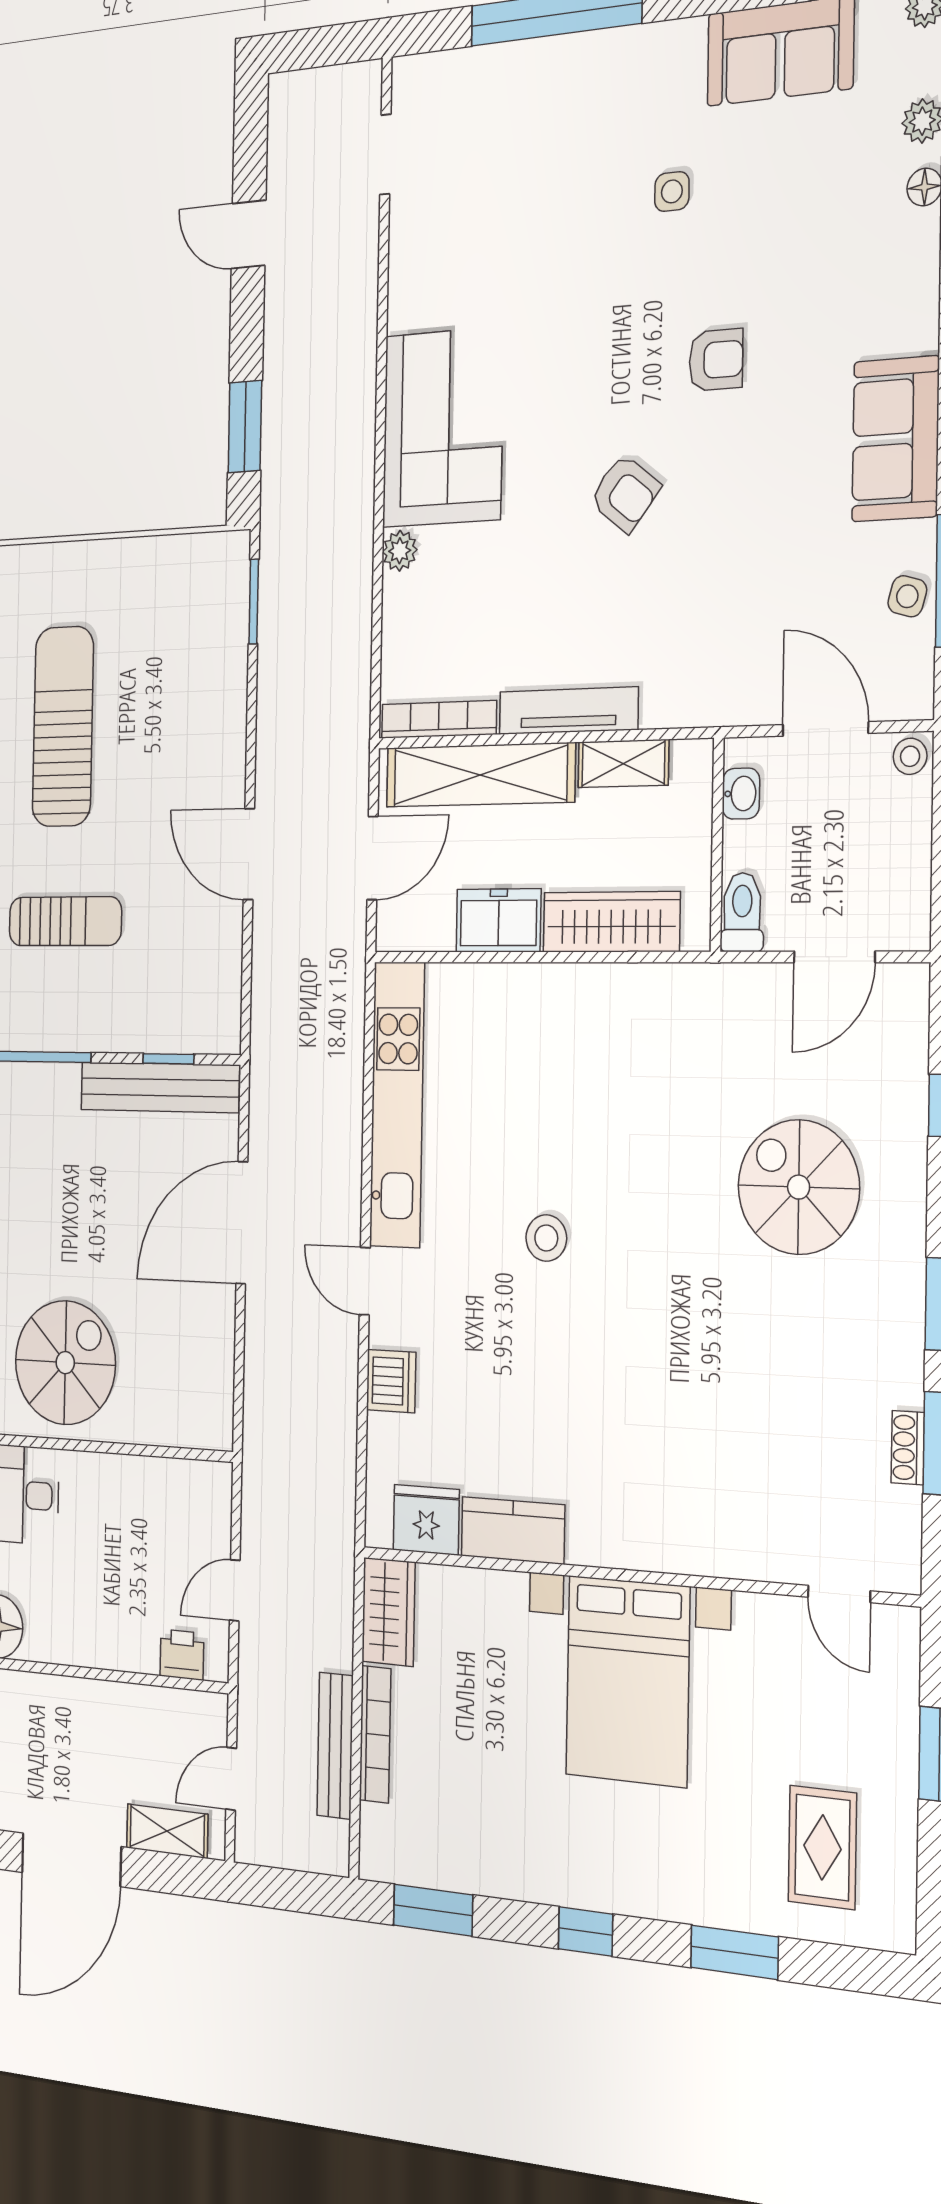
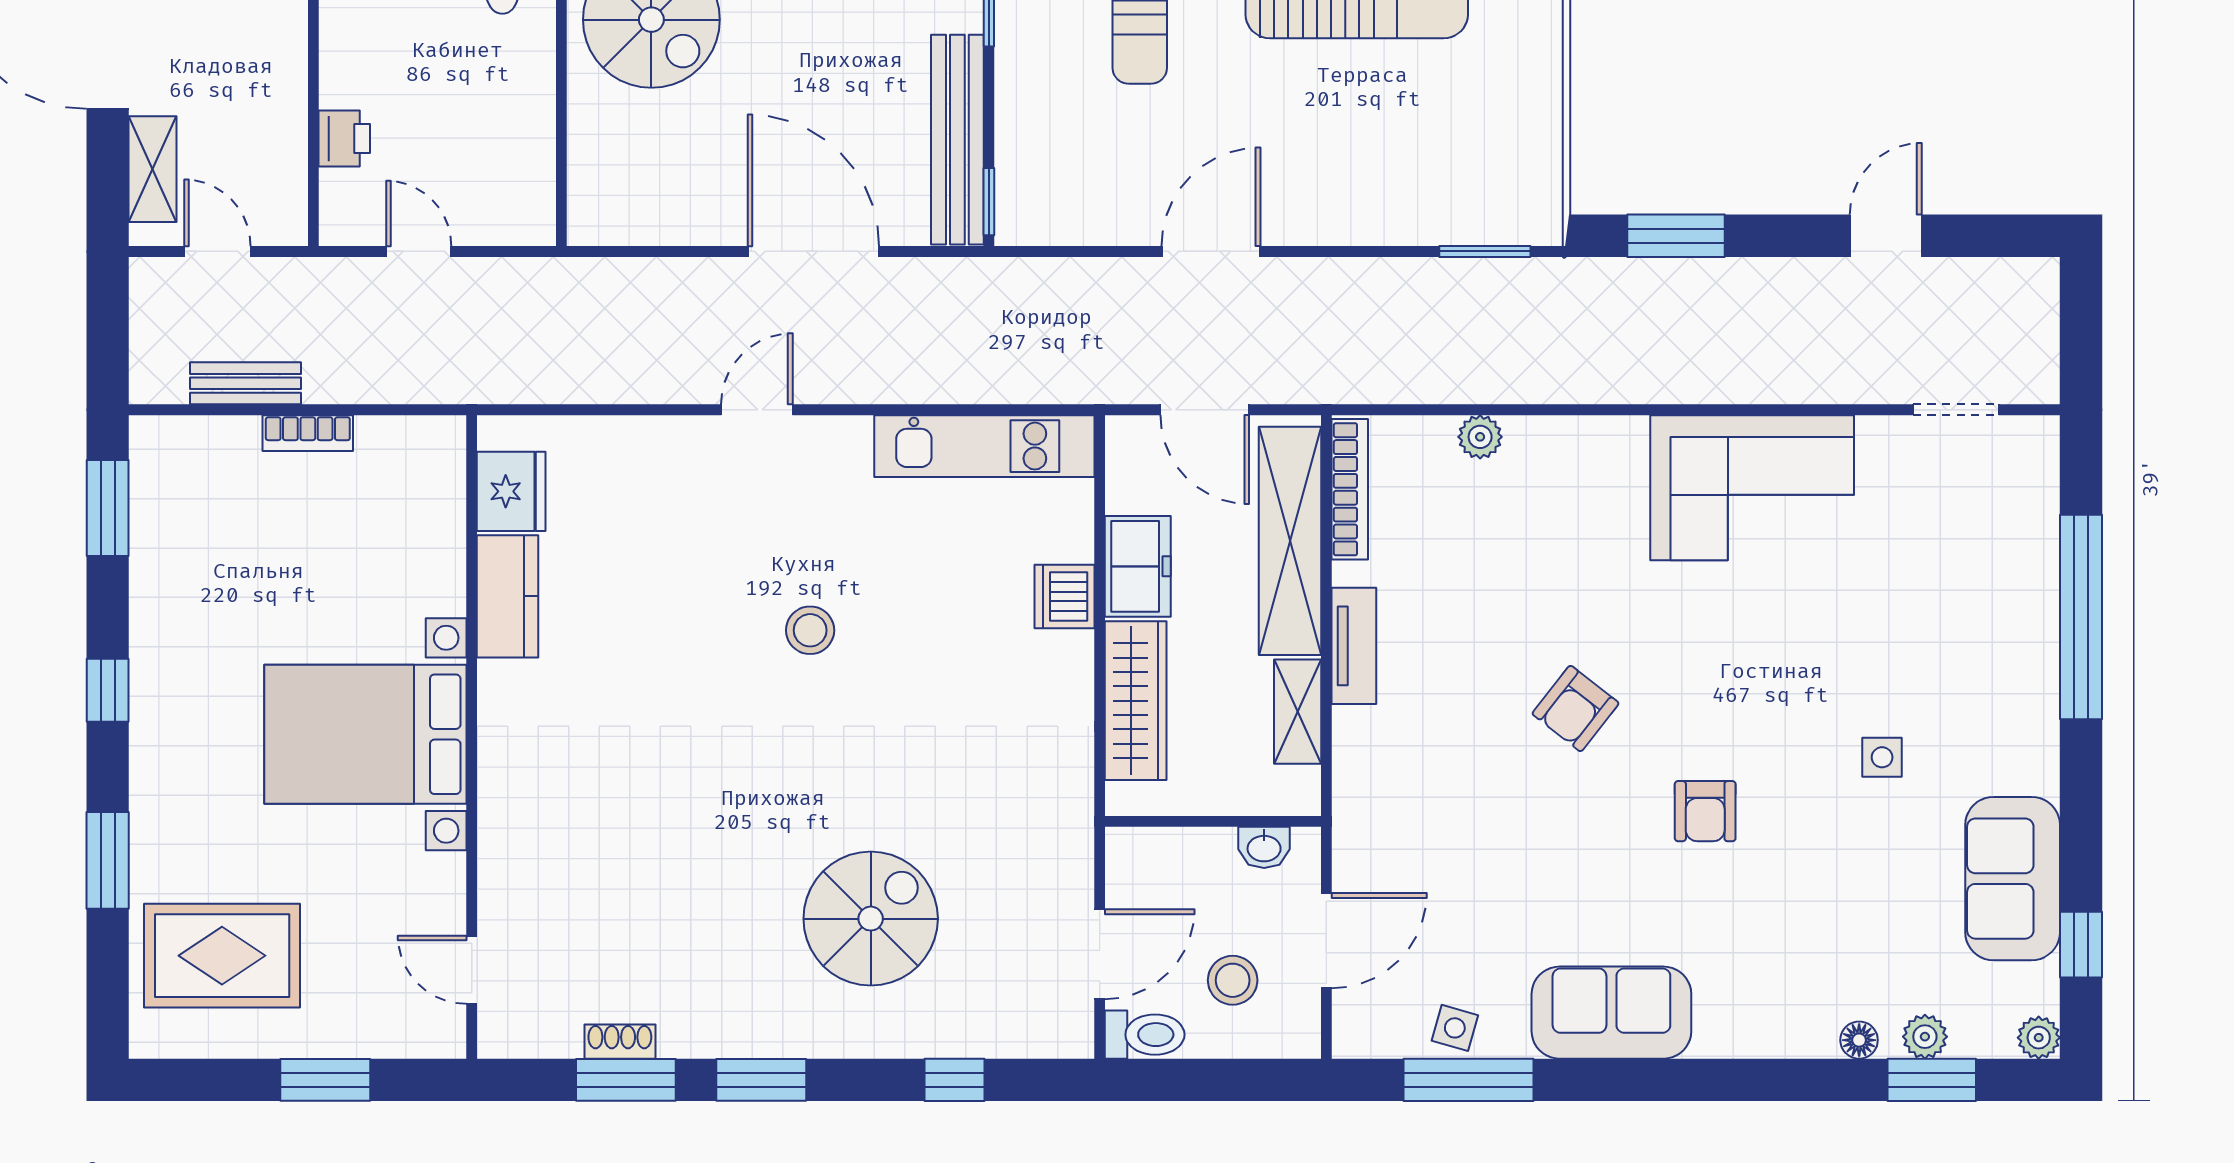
corner sofa: (443, 427) -> (1752, 488), moved
plant: (400, 551) -> (1480, 437), moved
tv unit: (568, 711) -> (1354, 646), width x0.71
stool: (910, 756) -> (1233, 980), moved, width x1.37, depth x1.37
toilet: (742, 912) -> (1145, 1035), moved
door: (834, 957) -> (1100, 954), swing flipped
window: (168, 1059) -> (989, 202), moved
kitchen unit: (397, 1104) -> (984, 446), width x0.73
dishwasher: (391, 1381) -> (1064, 597), moved, turned 90
door: (839, 1594) -> (472, 970), hinge flipped
wardrobe: (388, 1612) -> (412, 447), removed
printer: (182, 1655) -> (344, 139), moved
bookcase: (375, 1734) -> (308, 433), width x0.64
bench: (335, 1746) -> (246, 383), width x0.73
rug: (822, 1847) -> (222, 956), width x1.36, depth x1.43

